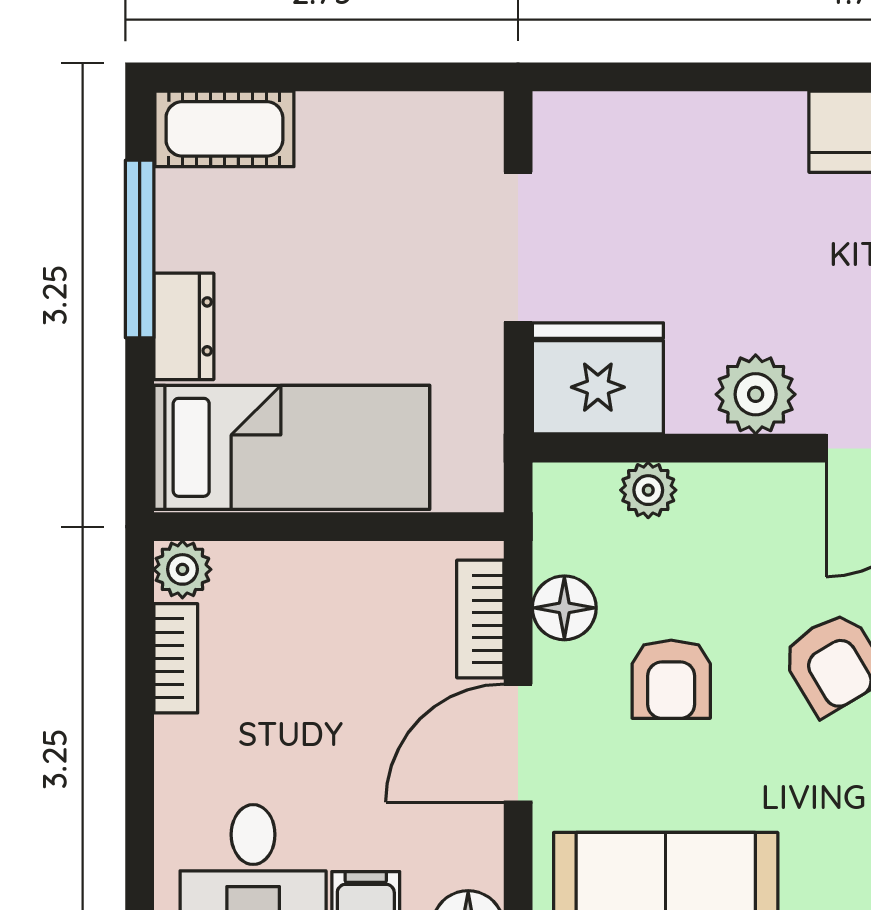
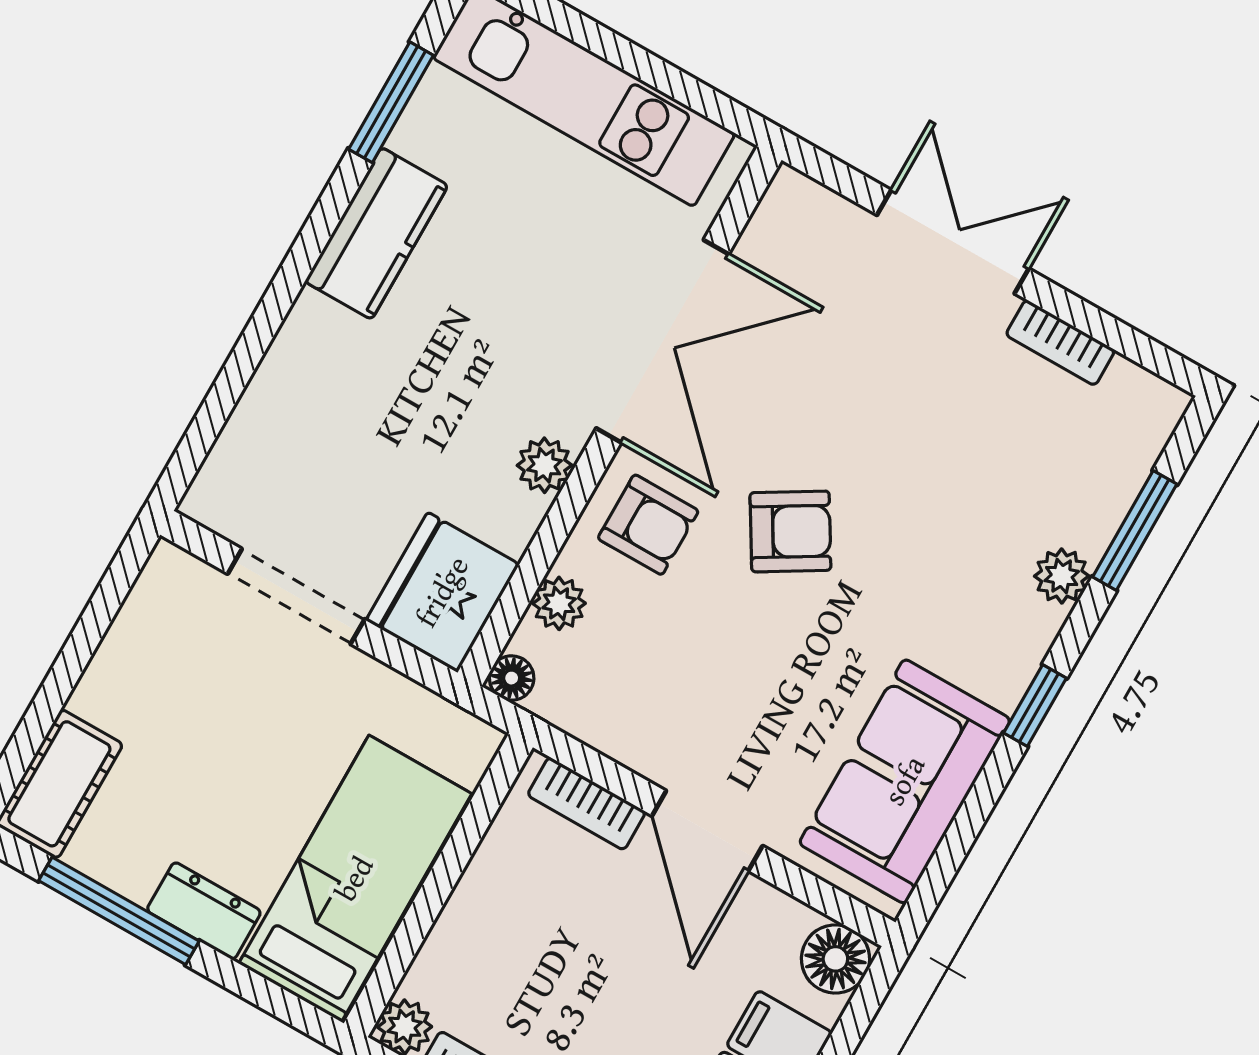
plant: (756, 394) -> (544, 465), width x0.73, depth x0.73
floor lamp: (564, 608) -> (512, 678), moved, width x0.73, depth x0.73
armchair: (671, 679) -> (648, 525), moved

